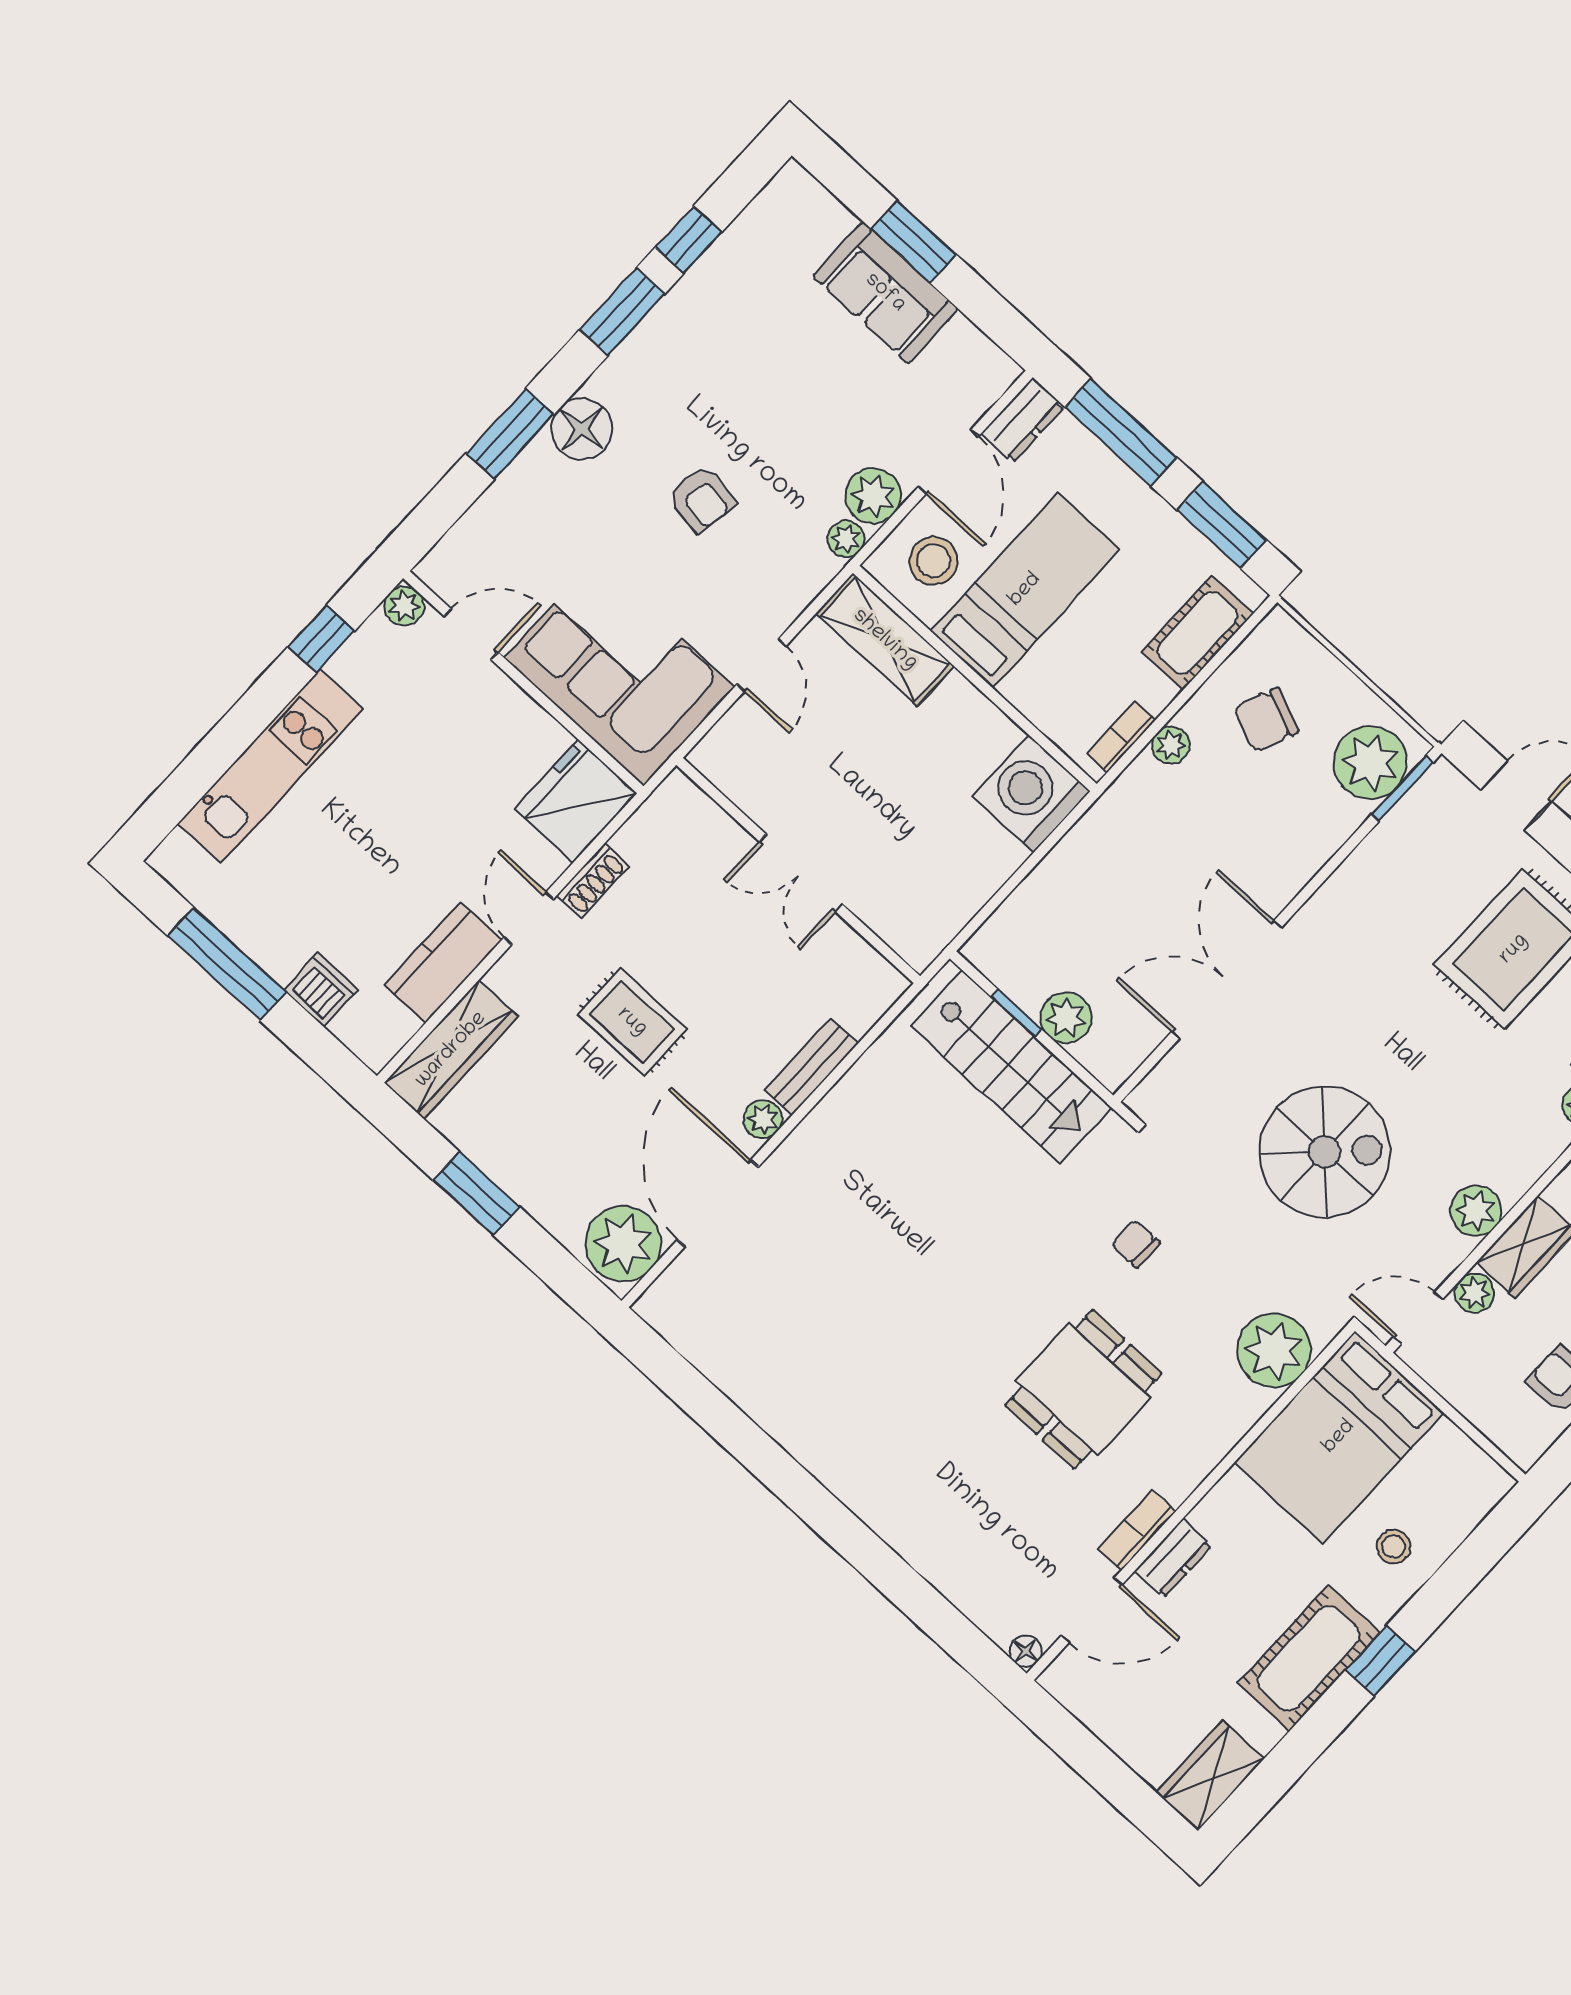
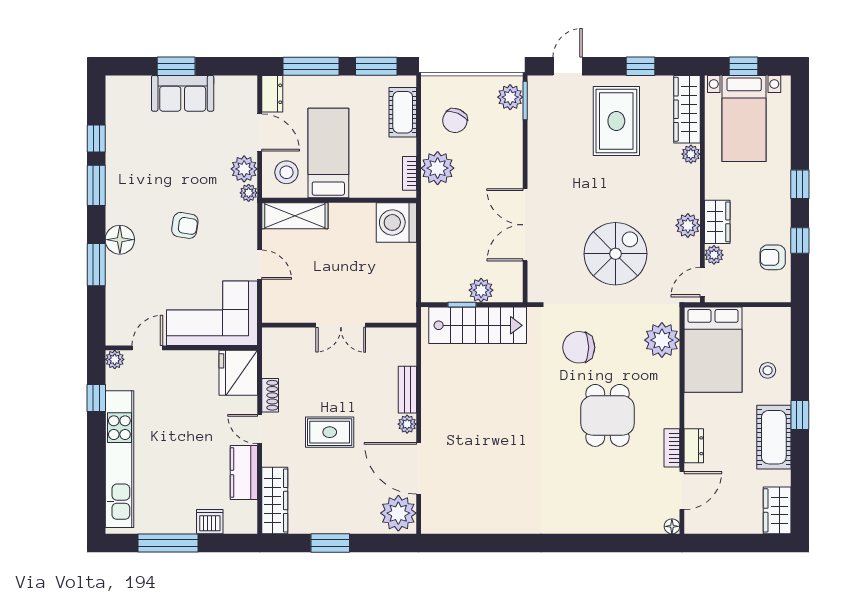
plant: (1171, 745) -> (438, 168), width x1.88, depth x1.88
plant: (1370, 762) -> (510, 97), width x0.73, depth x0.73
kitchen unit: (270, 766) -> (119, 459), width x1.36
chair: (1136, 1244) -> (579, 347), width x1.87, depth x1.87

